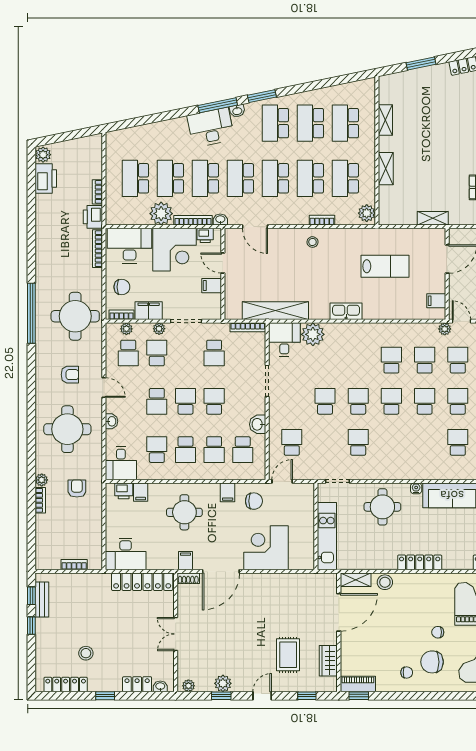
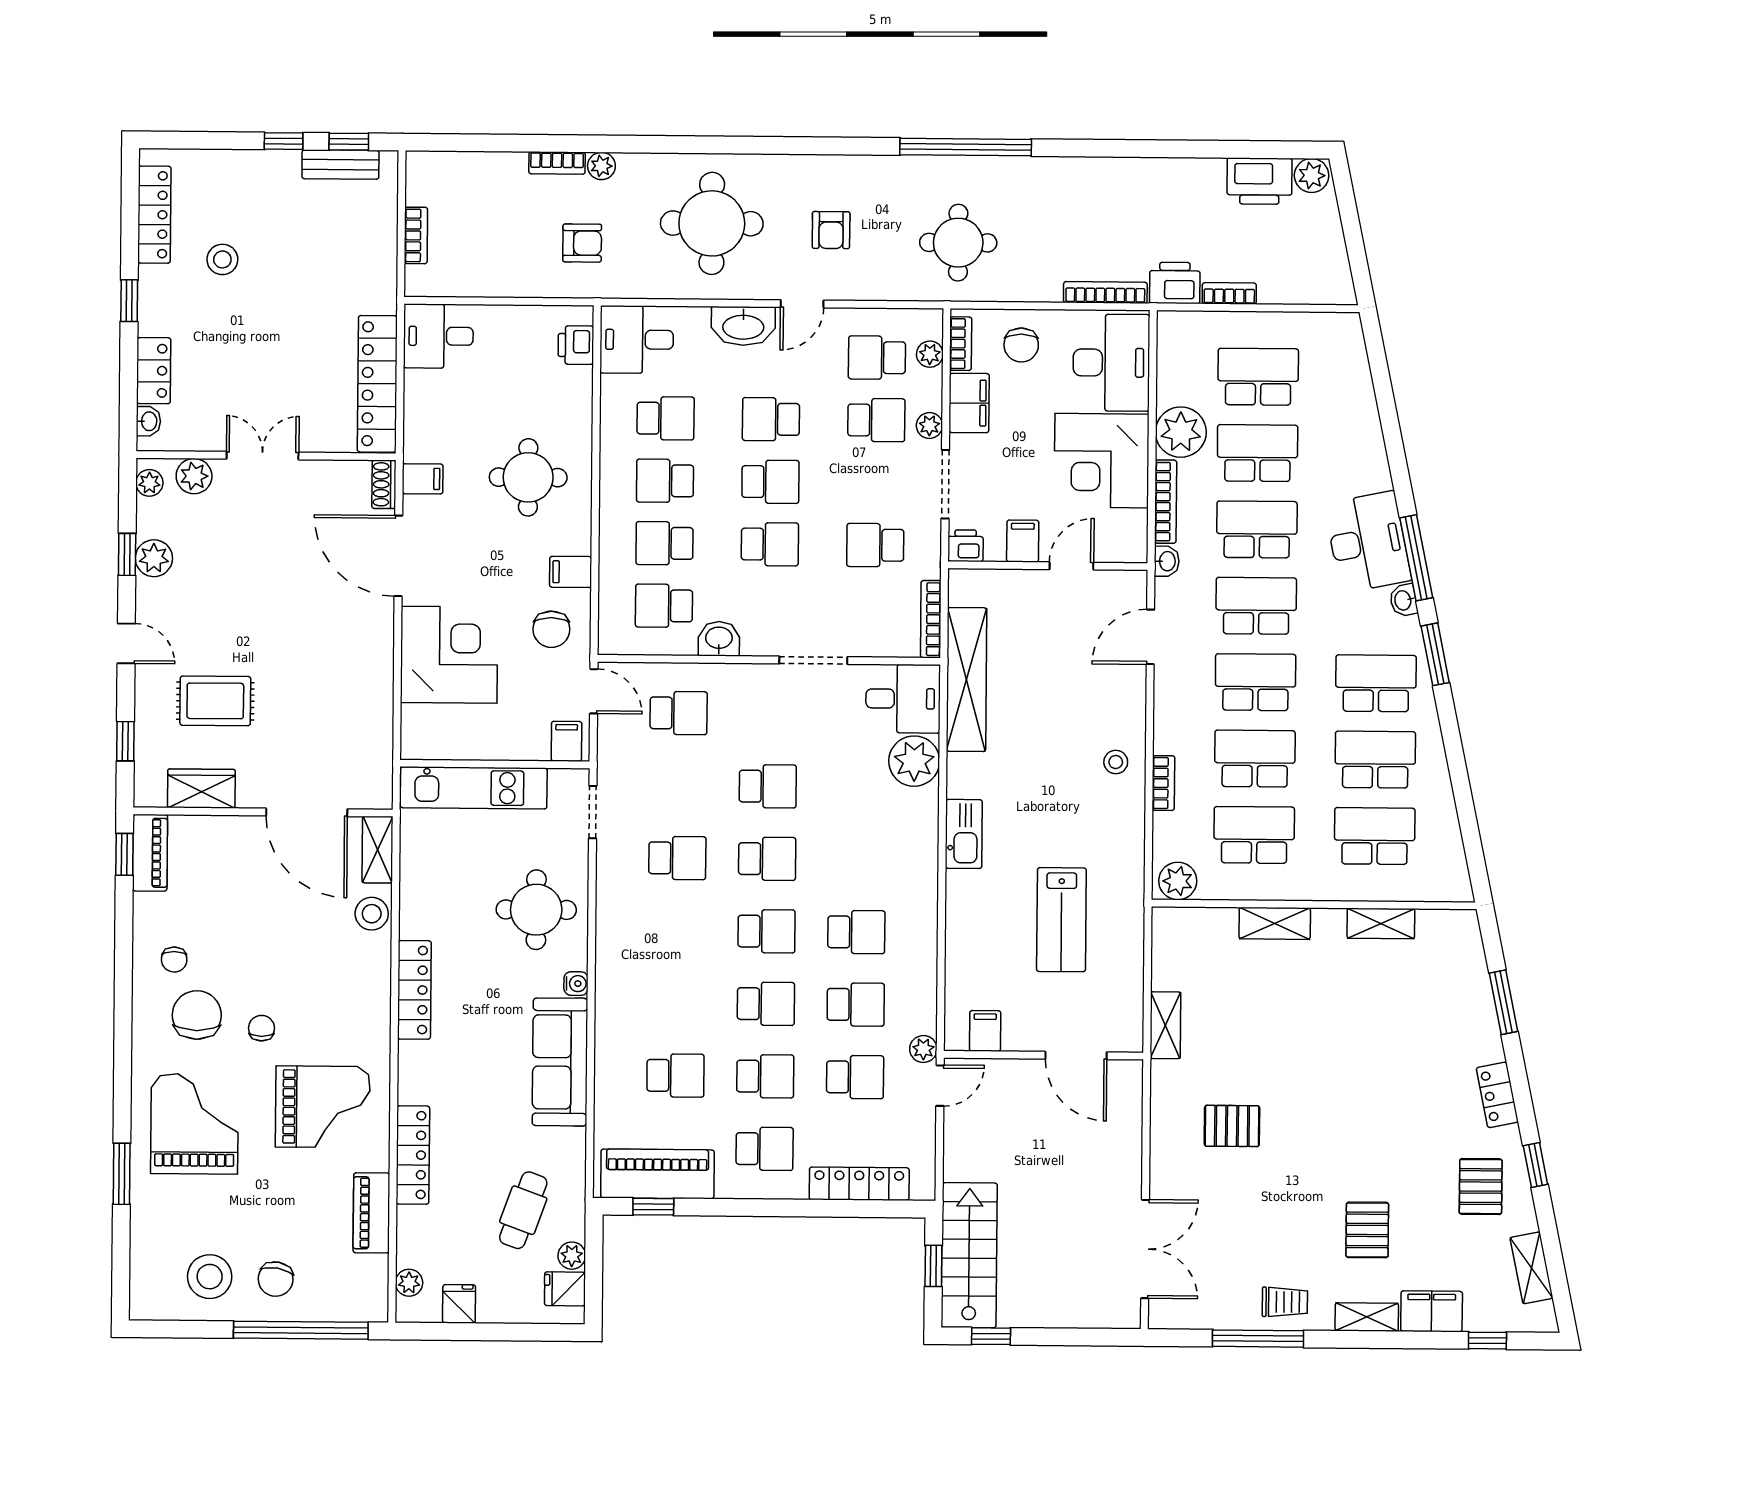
printer: (205, 235) -> (966, 546), moved, turned 90
round table: (75, 316) -> (958, 243), width x0.73, depth x0.73
washbasin: (112, 421) -> (743, 326), width x1.91, depth x1.45
filing cabinet: (141, 492) -> (567, 741), moved, turned 90
desk: (126, 554) -> (438, 336), width x0.73
plant: (185, 665) -> (194, 476), added

